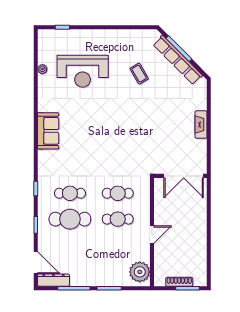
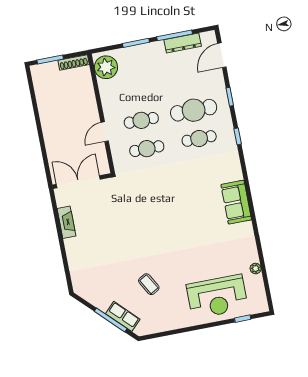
row of seats: (178, 60) -> (123, 316), width x0.50
reception desk: (83, 71) -> (217, 297), moved, turned 180
fireplace: (201, 125) -> (66, 222), moved
door: (152, 235) -> (105, 132), moved
door: (36, 263) -> (222, 55), hinge flipped
dresser: (53, 280) -> (183, 43), moved
shoe rack: (179, 282) -> (74, 62), moved

